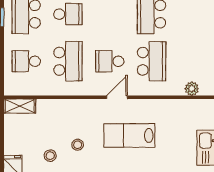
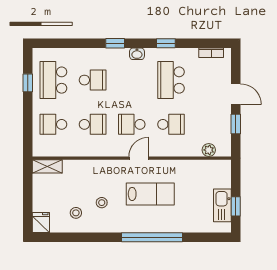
school desk: (68, 61) -> (93, 124), width x0.54
school desk: (151, 61) -> (171, 124), width x0.54
lab bench: (129, 135) -> (150, 194), turned 180

